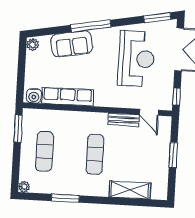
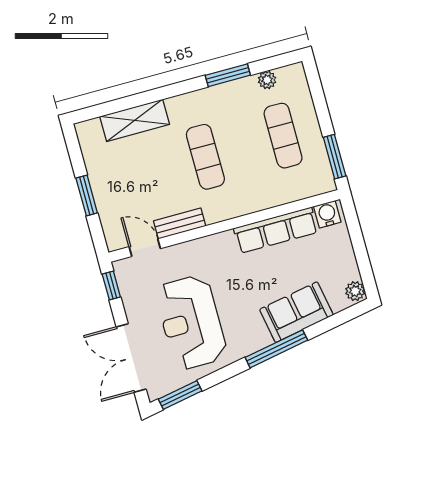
plant: (24, 187) -> (267, 80), moved

